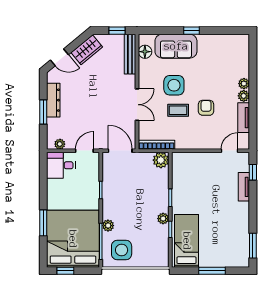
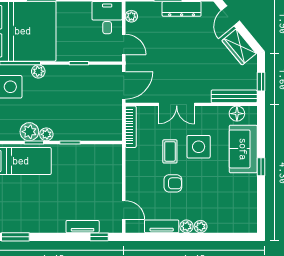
plant: (161, 160) -> (29, 132), moved

